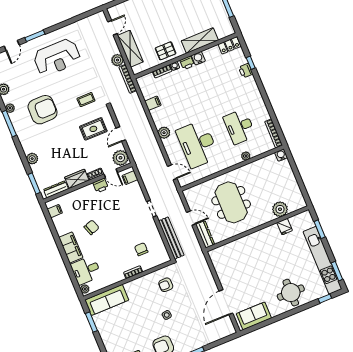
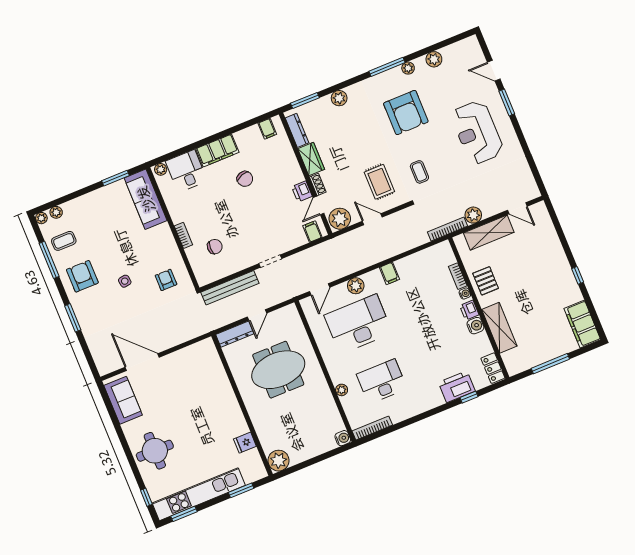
printer: (246, 71) -> (457, 387), width x1.87, depth x1.48
filing cabinet: (153, 103) -> (389, 273), moved
plant: (164, 133) -> (356, 286), moved
plant: (280, 209) -> (279, 461), moved

